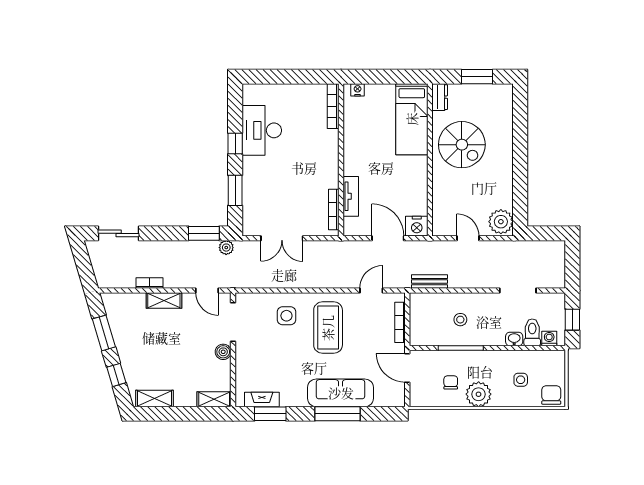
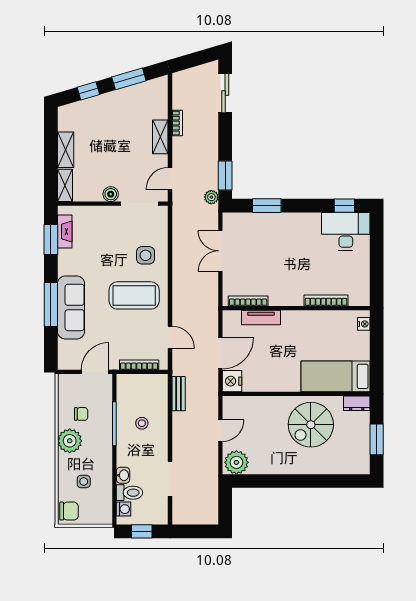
bookcase: (333, 106) -> (326, 300), moved
desk: (262, 130) -> (346, 231), moved
window: (235, 143) -> (344, 206), moved
shelving: (155, 398) -> (66, 150), moved

